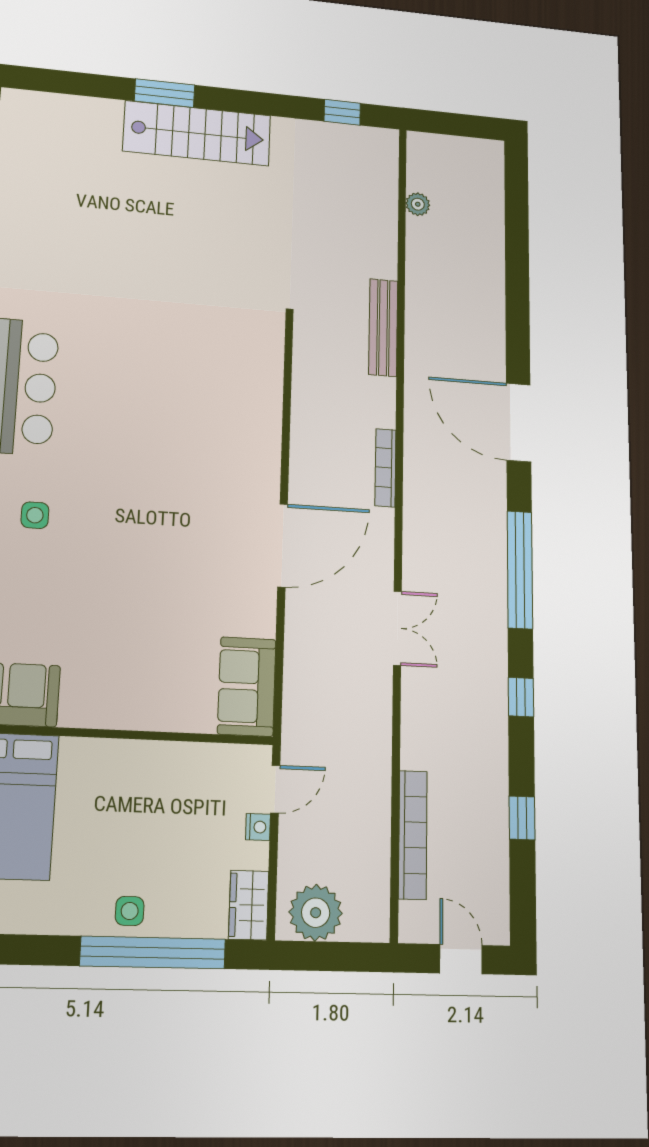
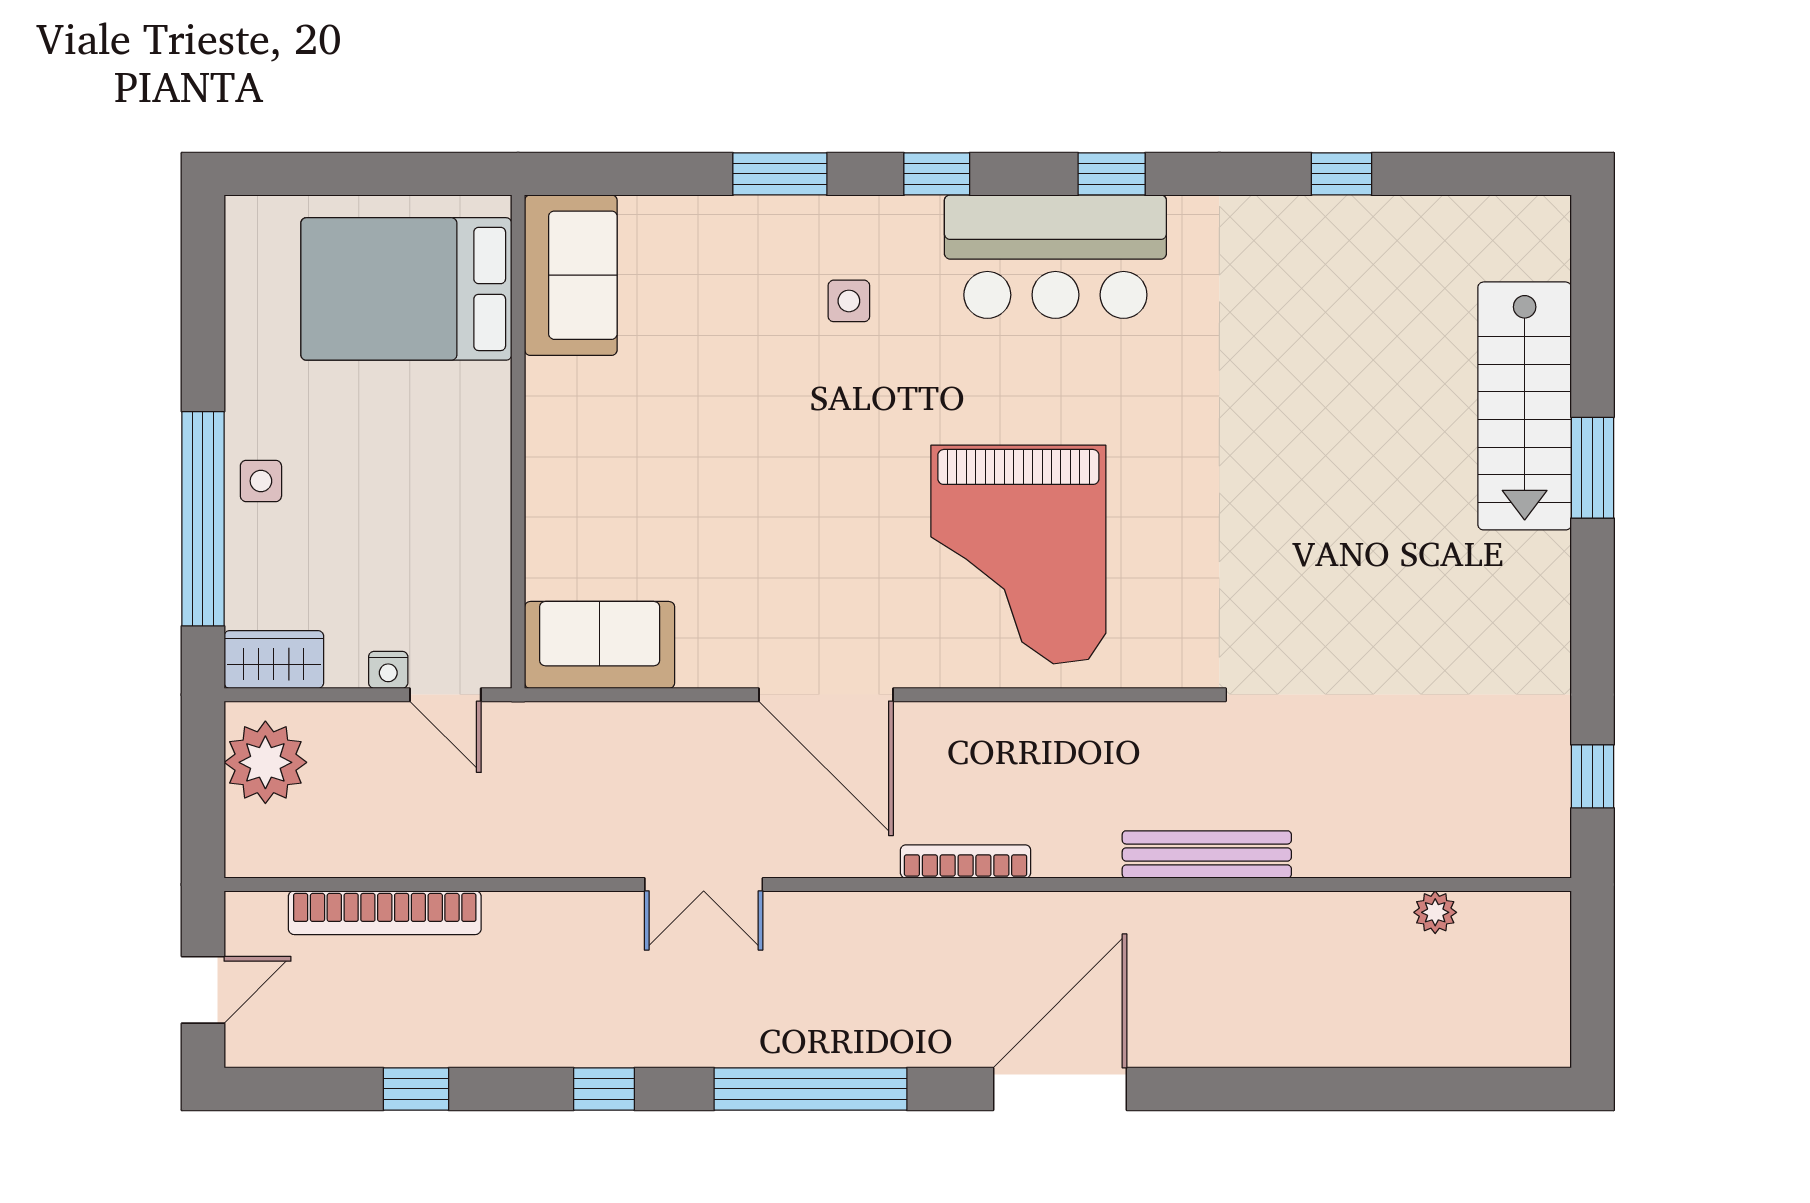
stairs: (197, 133) -> (1525, 406), moved
grand piano: (201, 423) -> (1018, 554), added

